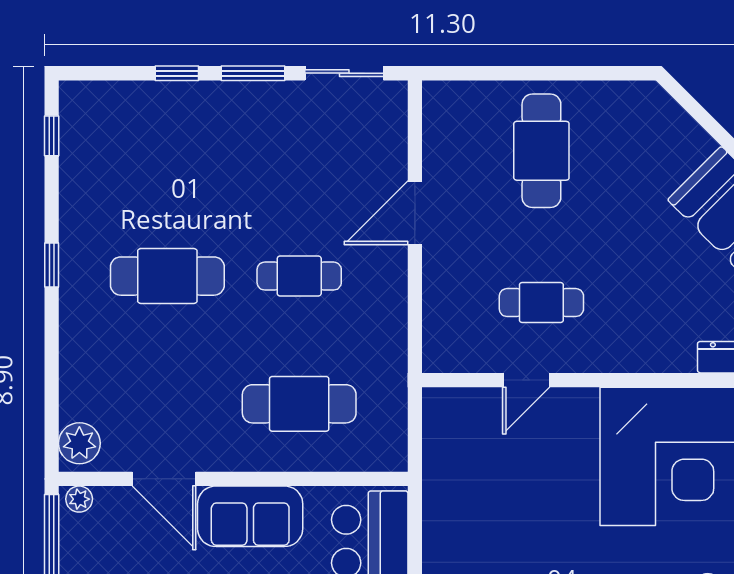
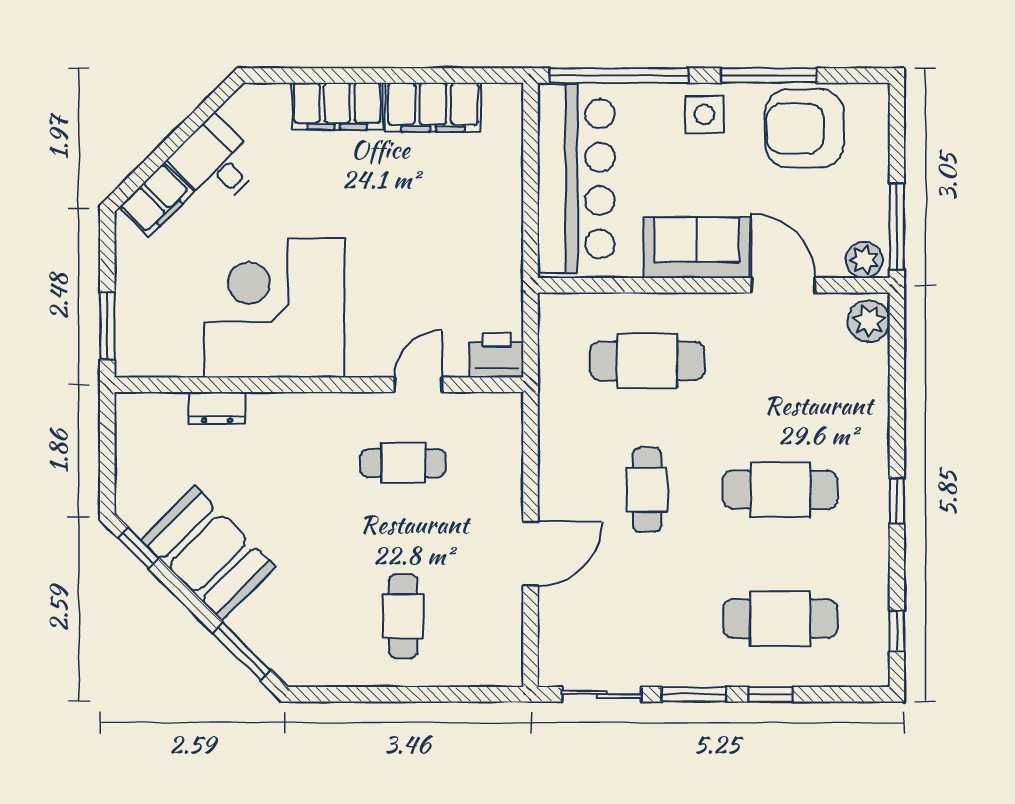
window: (701, 116) -> (242, 651), added
cafe table: (167, 148) -> (780, 619), added
cafe table: (541, 151) -> (403, 616), width x0.73, depth x0.74
cafe table: (299, 276) -> (647, 490), turned 90
printer: (449, 409) -> (496, 355), added
plant: (79, 499) -> (864, 260), width x1.38, depth x1.38

